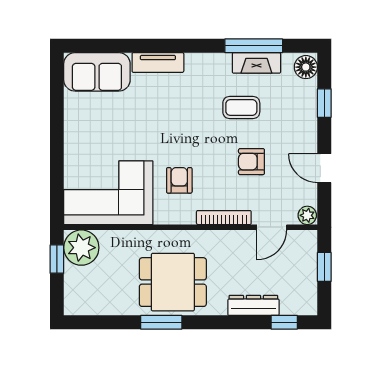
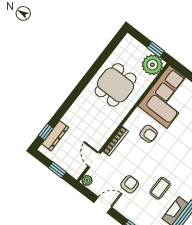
armchair: (251, 162) -> (130, 184), moved
dining table: (173, 282) -> (116, 85), moved
dresser: (253, 305) -> (55, 136), moved
window: (161, 322) -> (90, 75), removed

